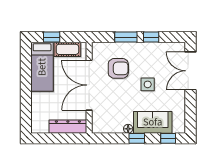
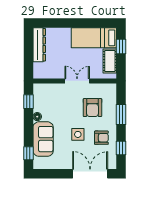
window: (151, 37) -> (121, 148), moved
armchair: (151, 59) -> (101, 138), added
double door: (89, 85) -> (77, 81), width x0.54
dresser: (68, 127) -> (39, 45), moved
window: (137, 138) -> (28, 102), moved

